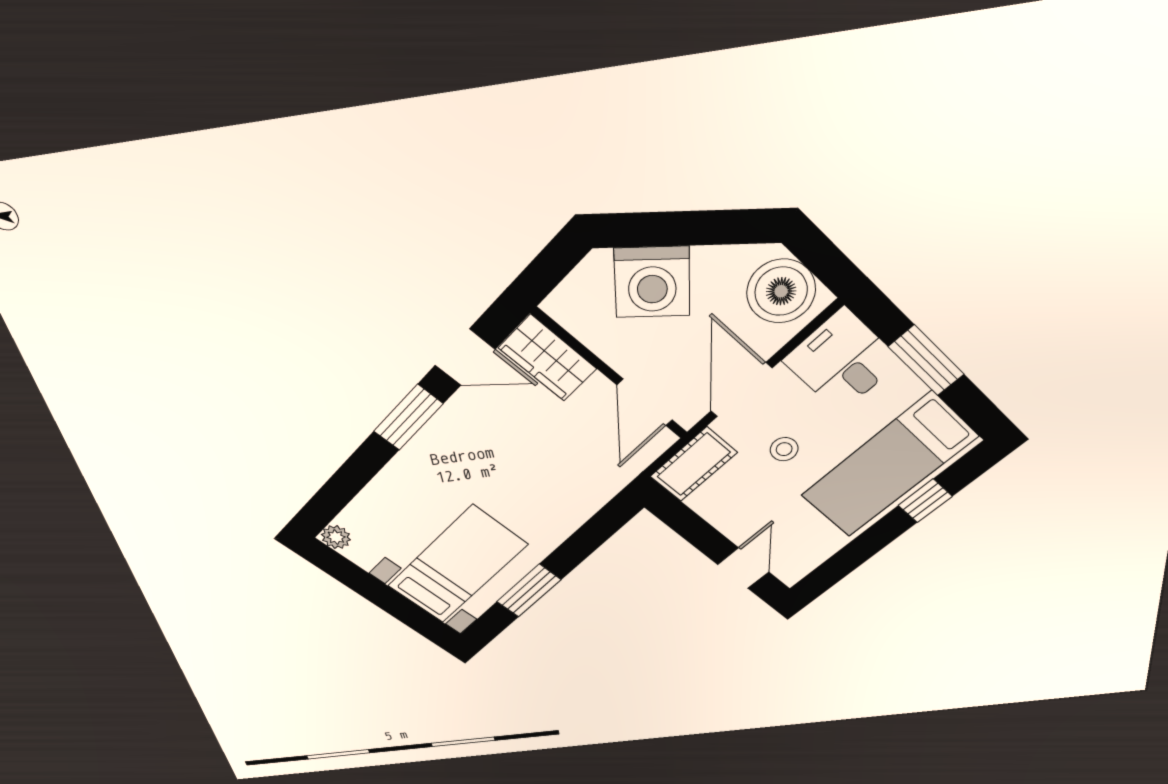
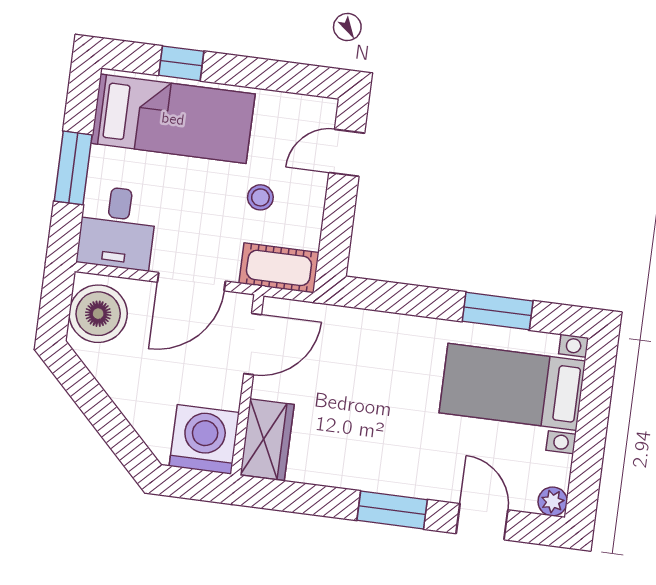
washing machine: (652, 282) -> (204, 439), moved, turned -45
door: (465, 357) -> (482, 522), moved
stool: (784, 449) -> (260, 197), moved

